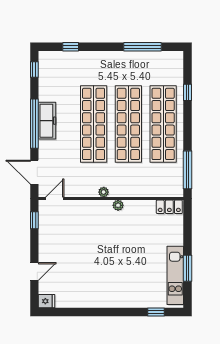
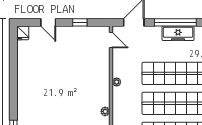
plant: (118, 205) -> (105, 111), moved
window: (34, 220) -> (80, 22), moved

